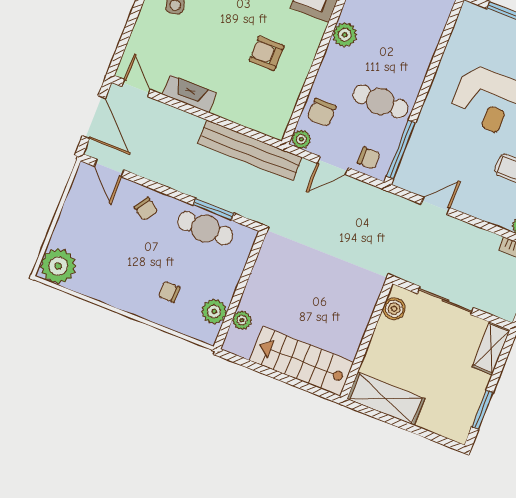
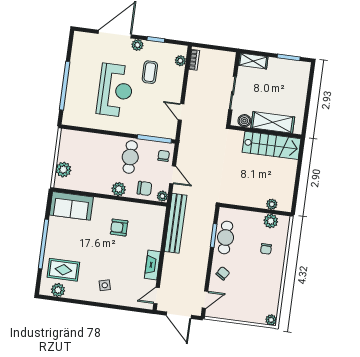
plant: (345, 35) -> (119, 189), moved
armchair: (267, 53) -> (119, 227), turned 90
door: (94, 117) -> (179, 315), swing flipped
plant: (58, 266) -> (271, 320), width x0.53, depth x0.53
stairs: (302, 361) -> (272, 145), moved, turned -90
shelving: (386, 399) -> (273, 122), moved, turned 90

